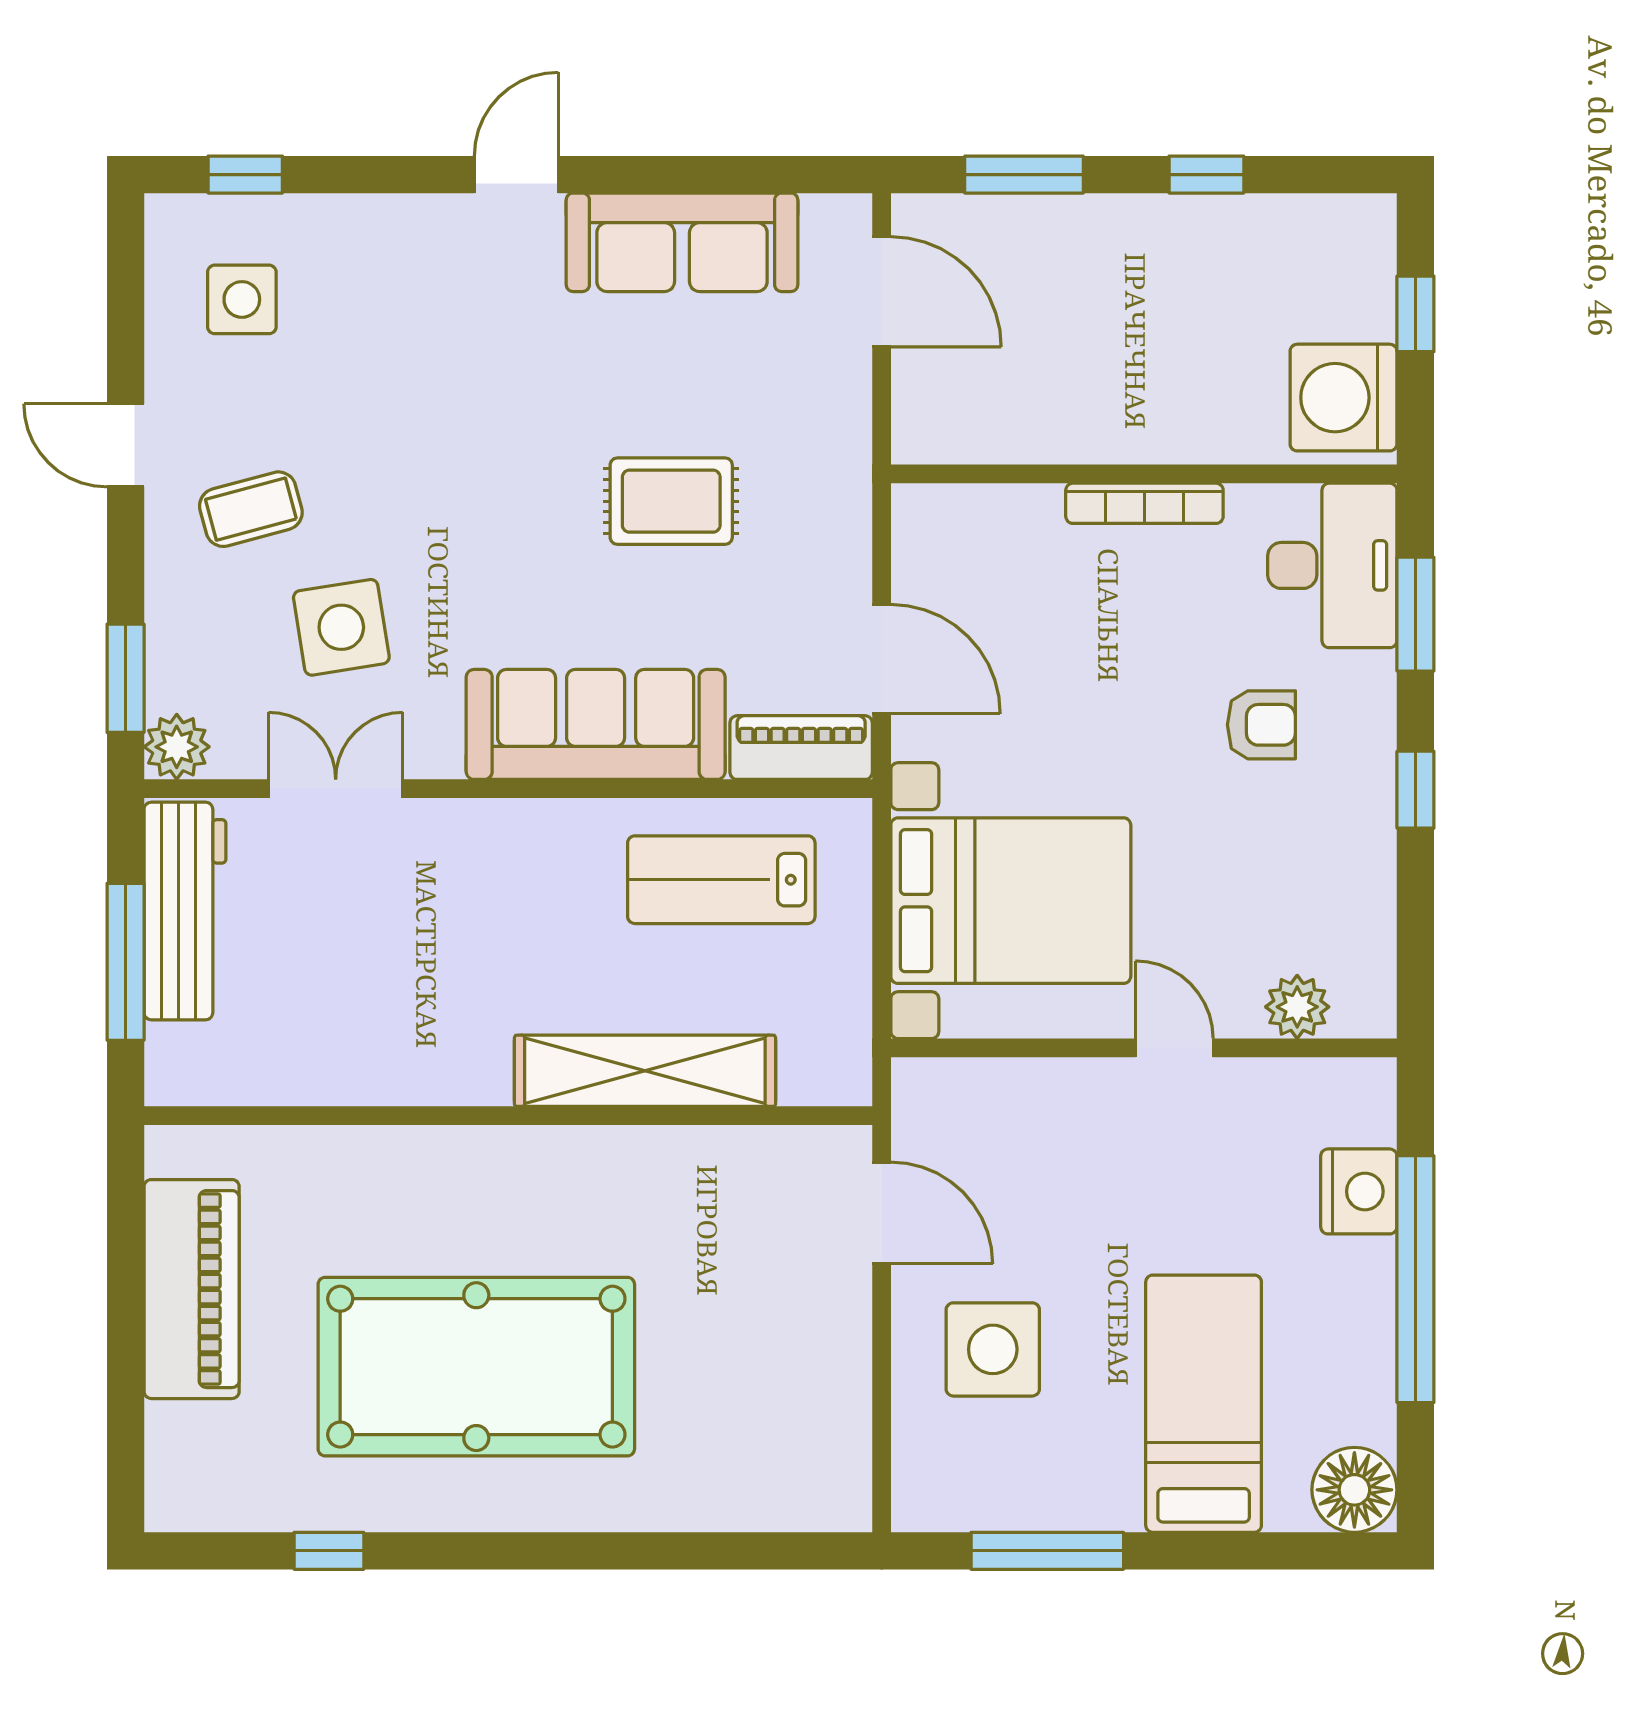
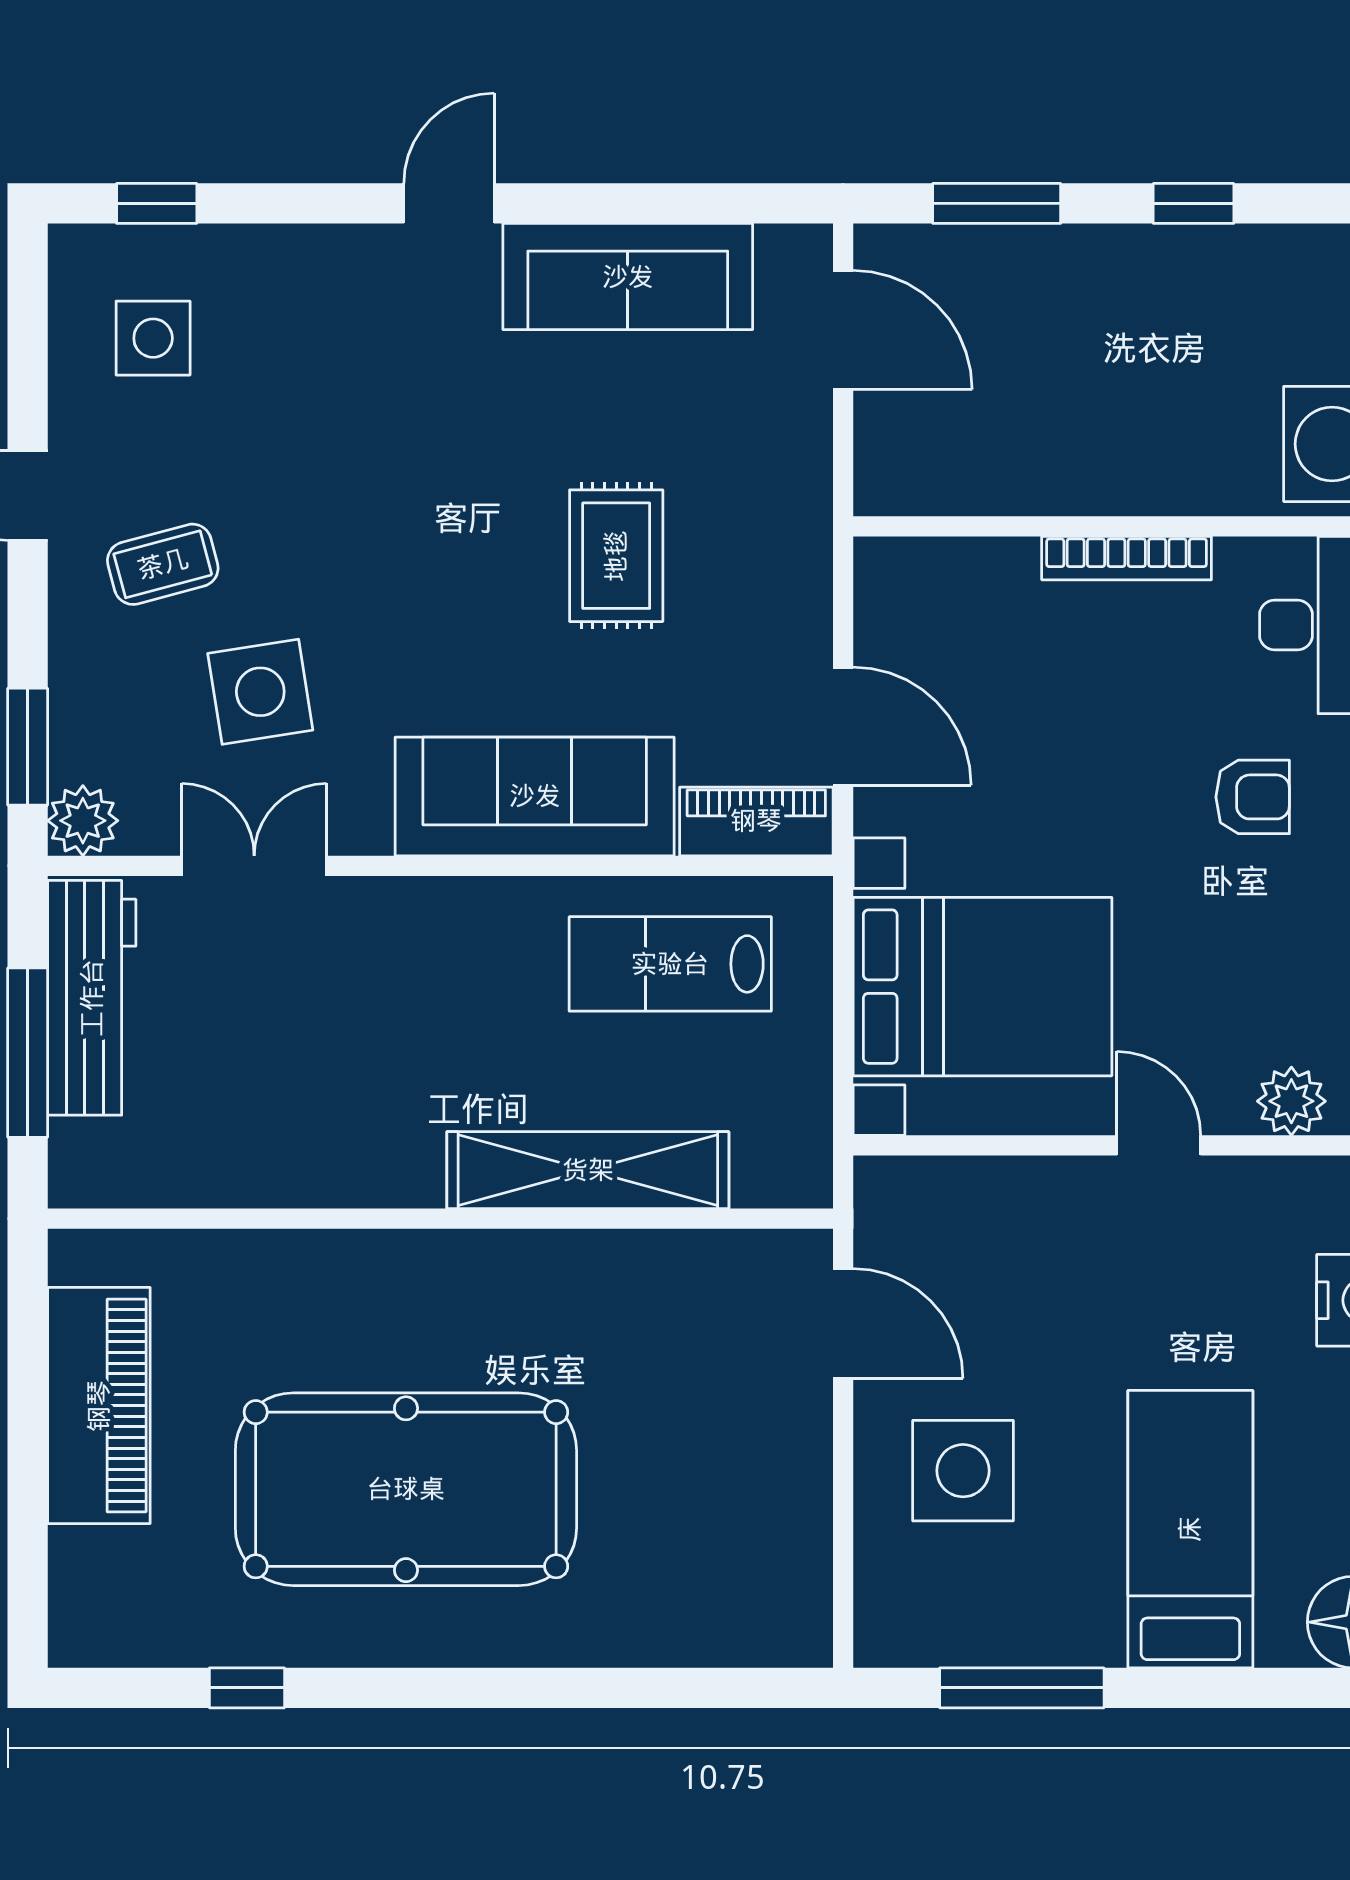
rug: (671, 501) -> (616, 556), turned 90

